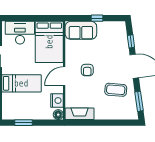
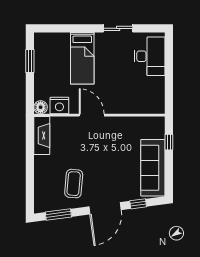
window: (97, 18) -> (169, 142), moved
sofa: (81, 30) -> (153, 168), moved, width x1.36
bed: (49, 42) -> (137, 95), removed
armchair: (87, 70) -> (100, 146), removed

